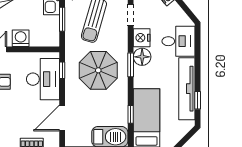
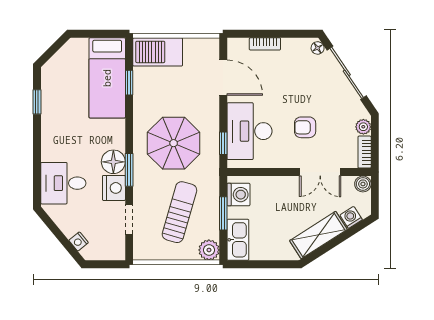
washing machine: (21, 38) -> (238, 195), moved, turned -90
window: (131, 65) -> (129, 170), moved
tv unit: (187, 89) -> (52, 118), removed
door: (62, 118) -> (223, 78), hinge flipped

